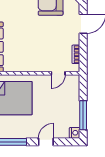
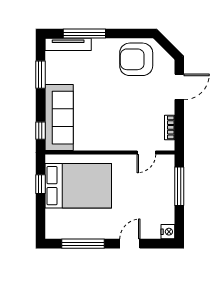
window: (83, 115) -> (179, 186), moved

